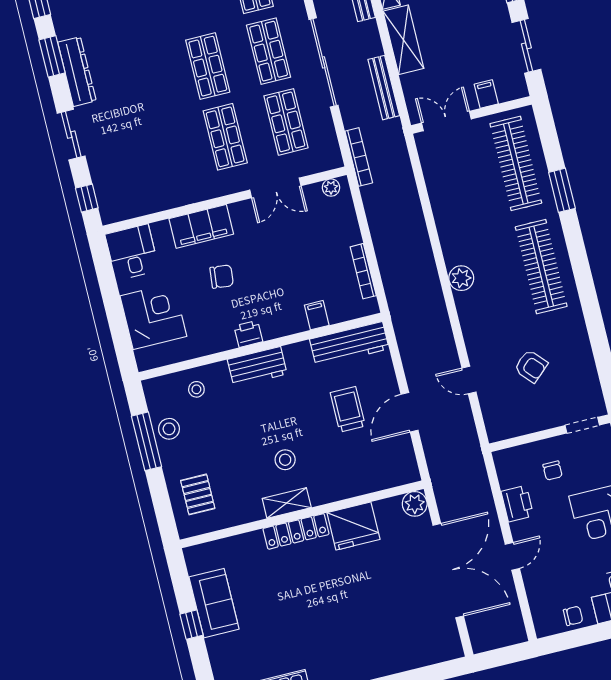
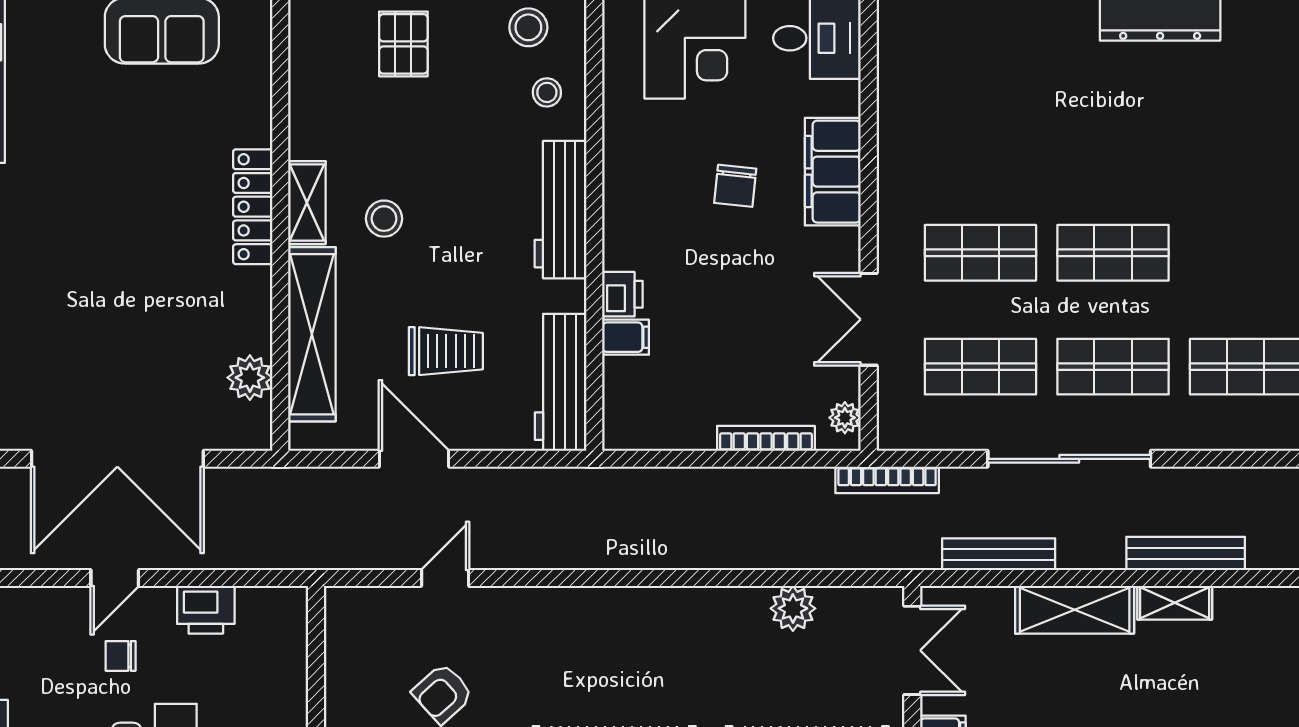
bookcase: (363, 271) -> (766, 438), moved
plant: (461, 278) -> (793, 608), moved
printer: (248, 334) -> (622, 294), moved
workbench: (257, 367) -> (560, 210), width x1.38
stool: (169, 429) -> (528, 27), moved
chair: (553, 471) -> (121, 656), moved
shelving: (356, 483) -> (312, 334), added
pallet: (198, 494) -> (403, 44), moved, turned 90
plant: (415, 504) -> (250, 378), moved
fridge: (353, 526) -> (237, 311), removed
door: (512, 556) -> (115, 578), hinge flipped

